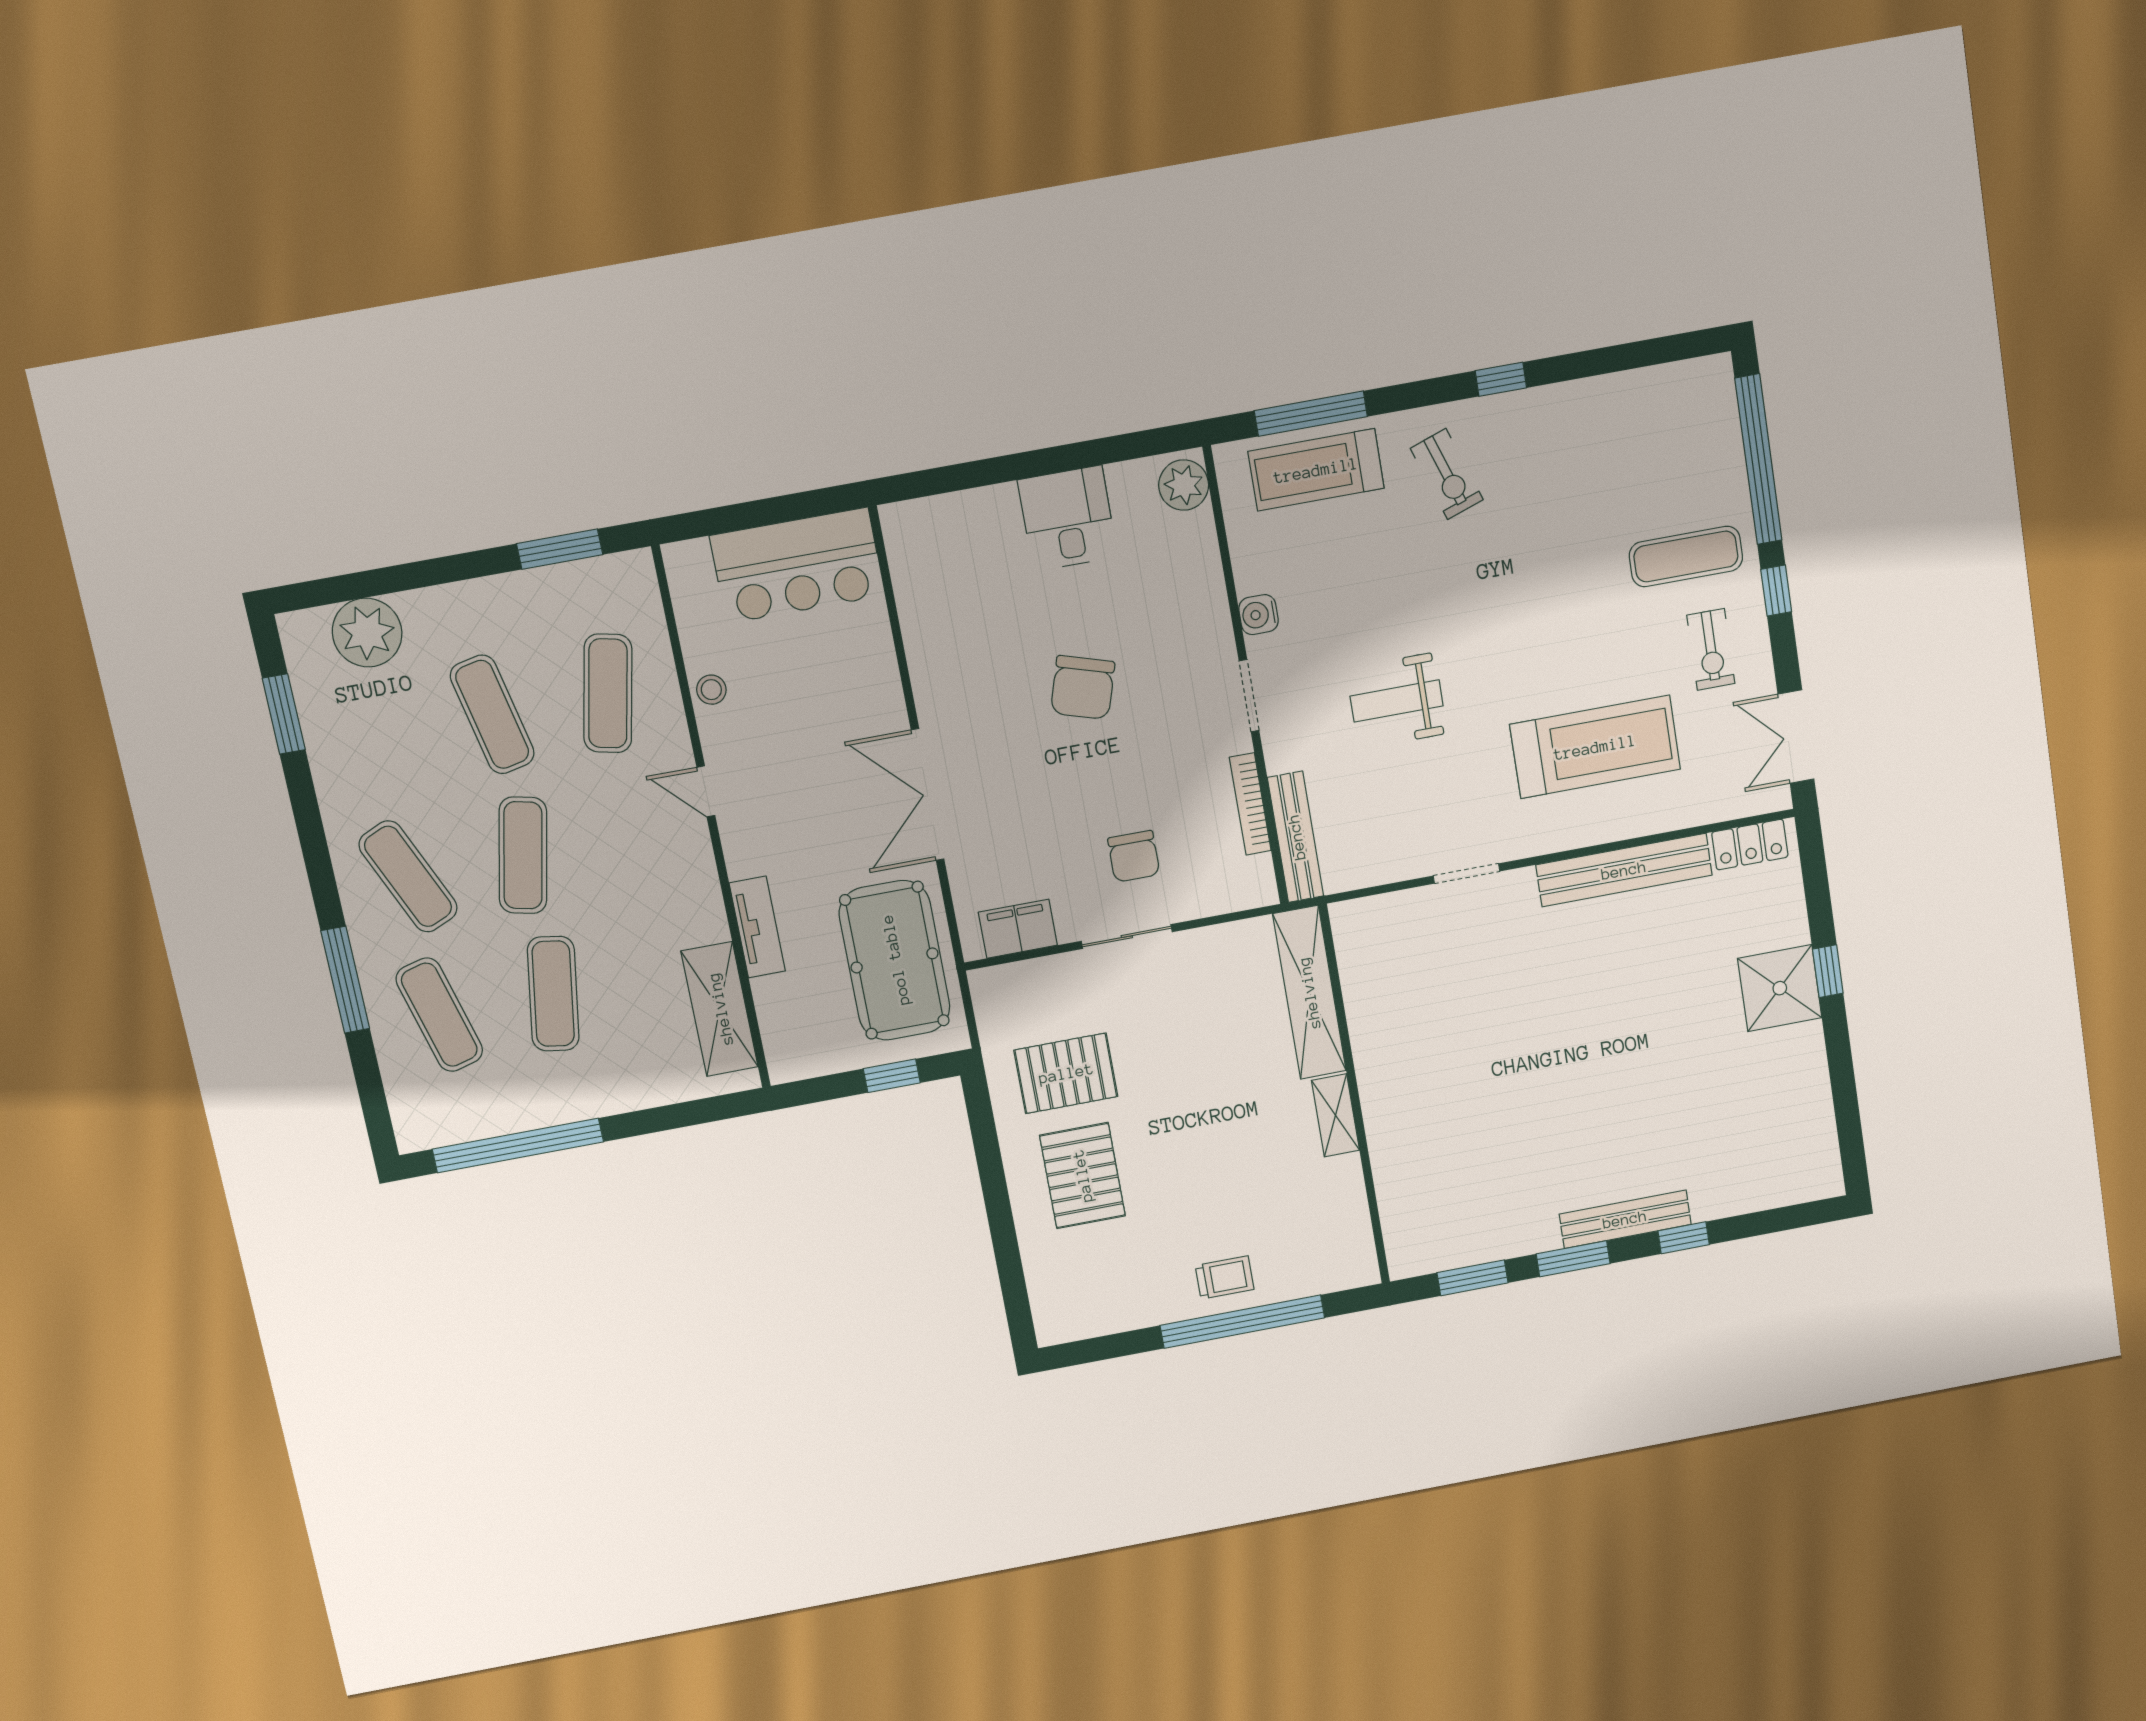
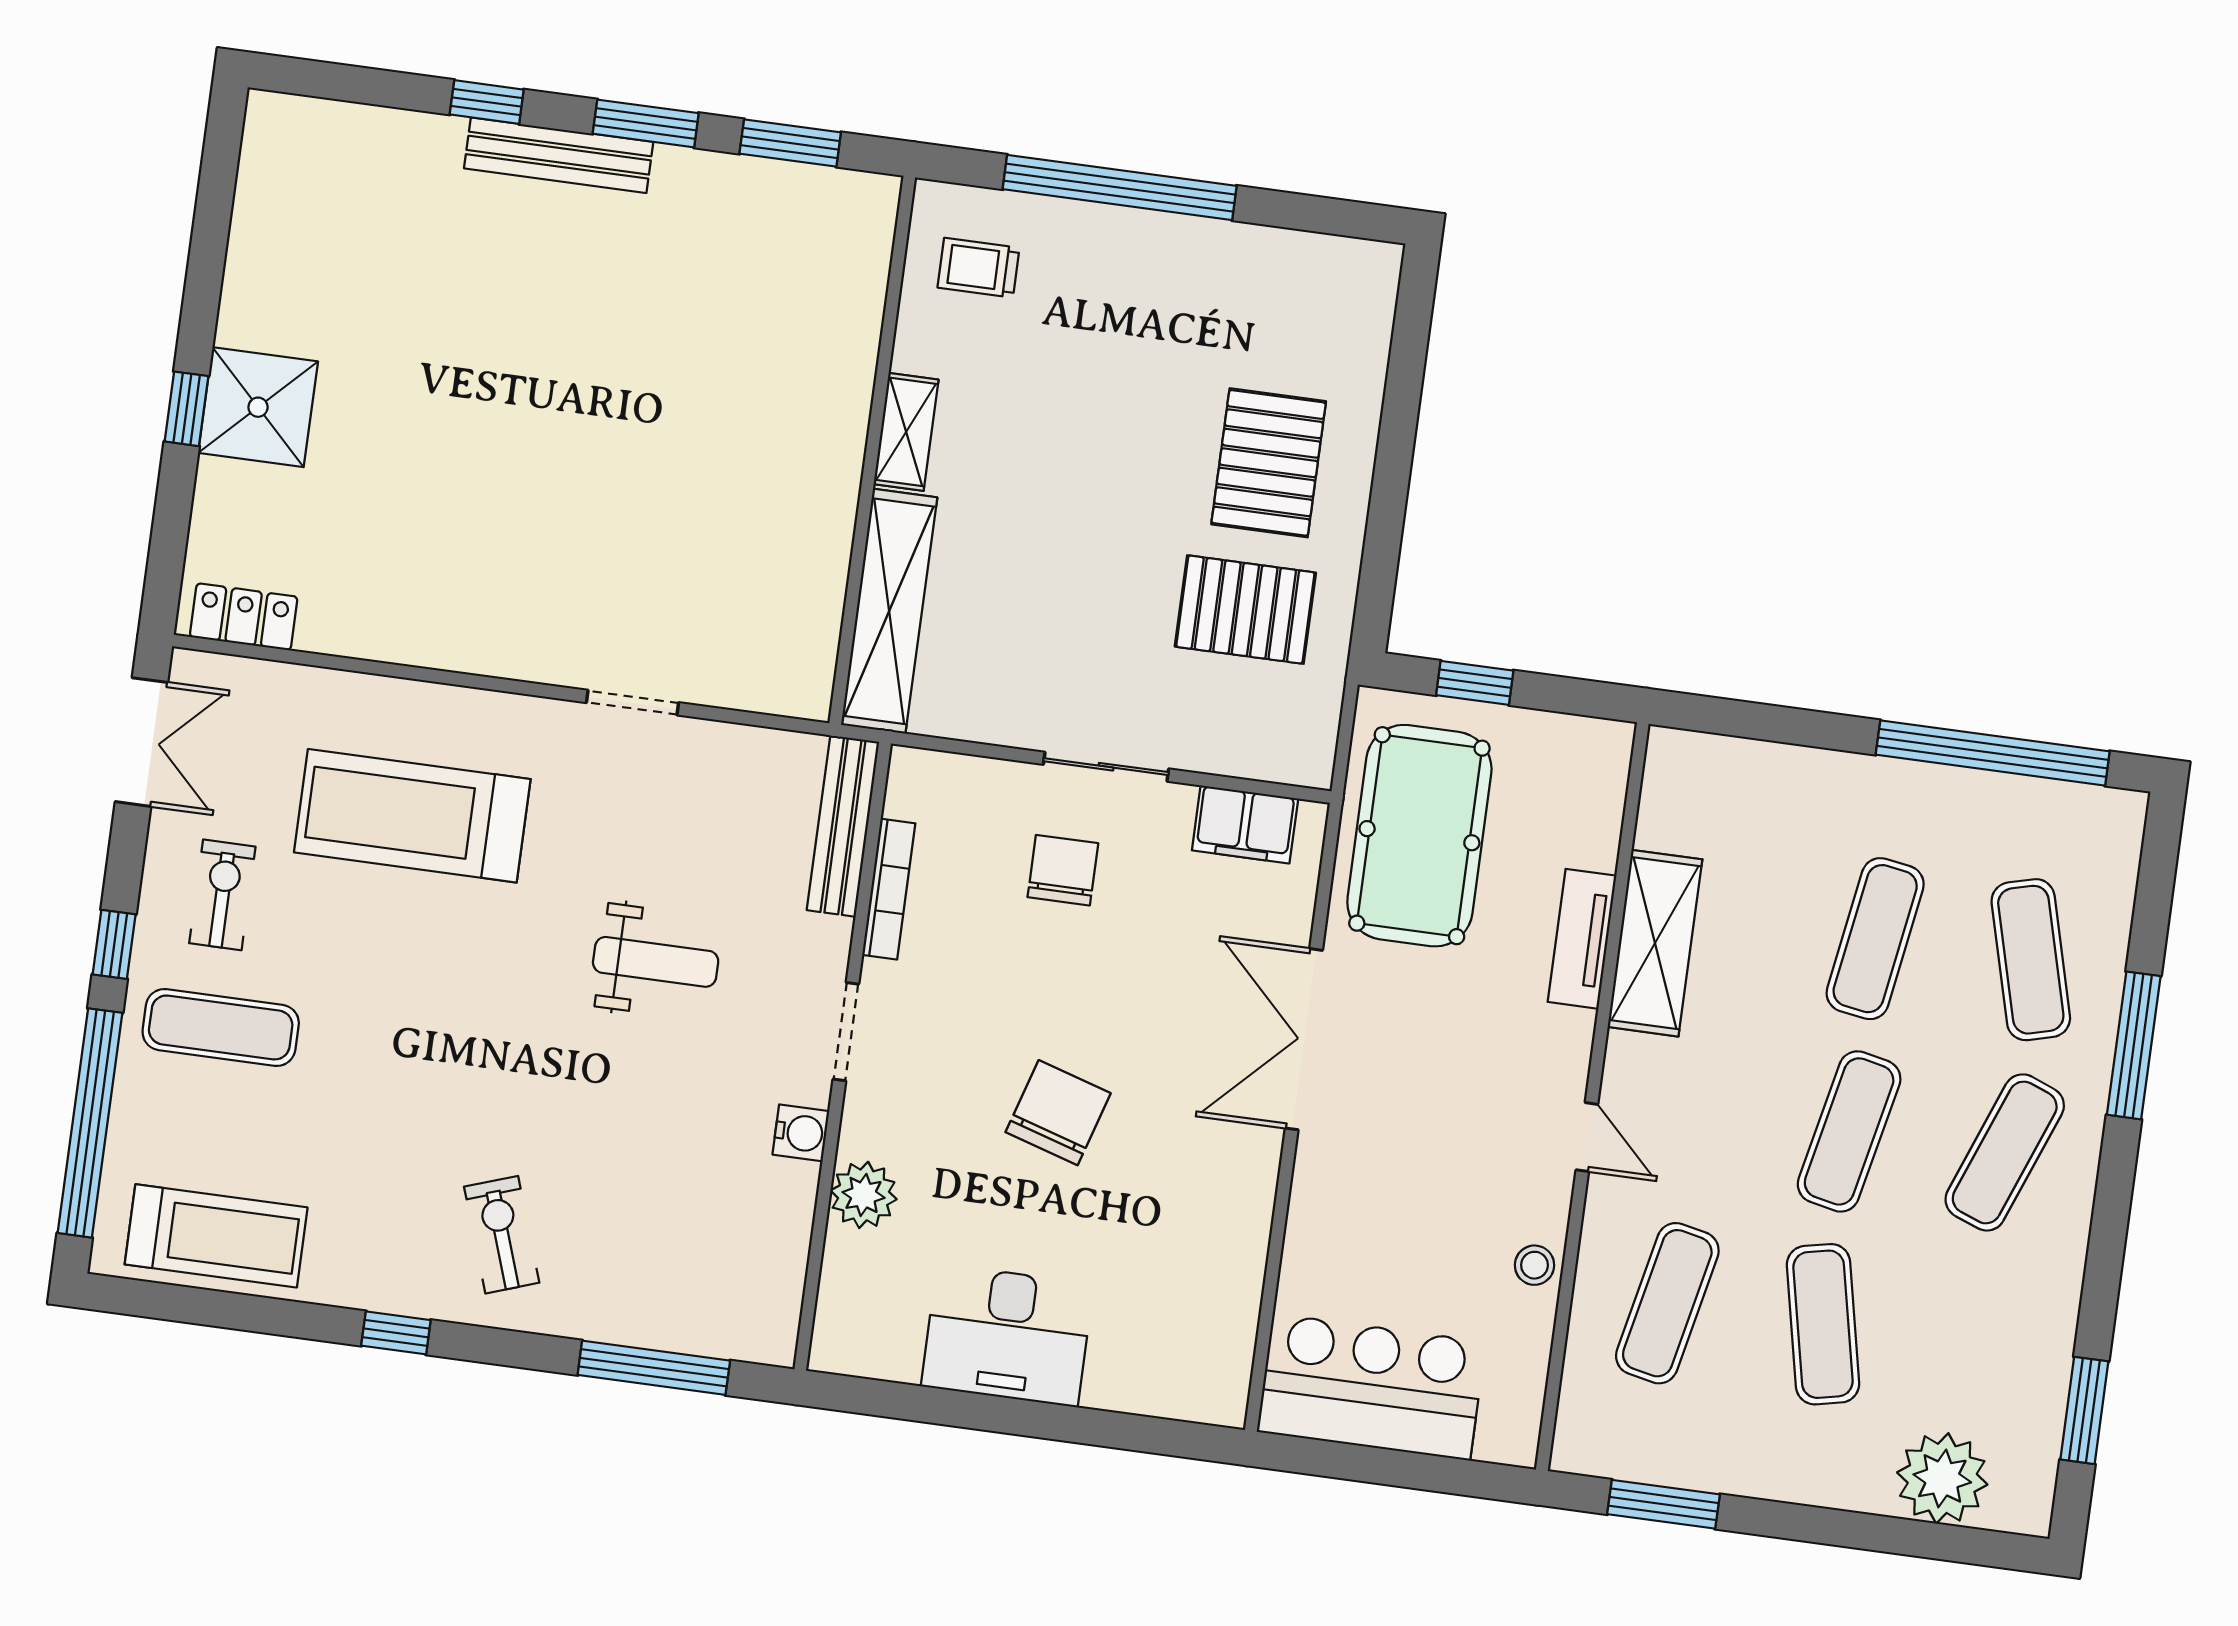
treadmill: (1316, 470) -> (216, 1236), moved
plant: (1184, 485) -> (864, 1195), moved
desk: (1068, 518) -> (1007, 1335), width x1.37
double door: (928, 795) -> (1304, 1039), swing flipped
bench: (1624, 870) -> (422, 638), removed
exercise mat: (408, 876) -> (2005, 1152), turned 45
shelving: (720, 1009) -> (1655, 943), moved
trolley: (1225, 1277) -> (979, 268), moved

